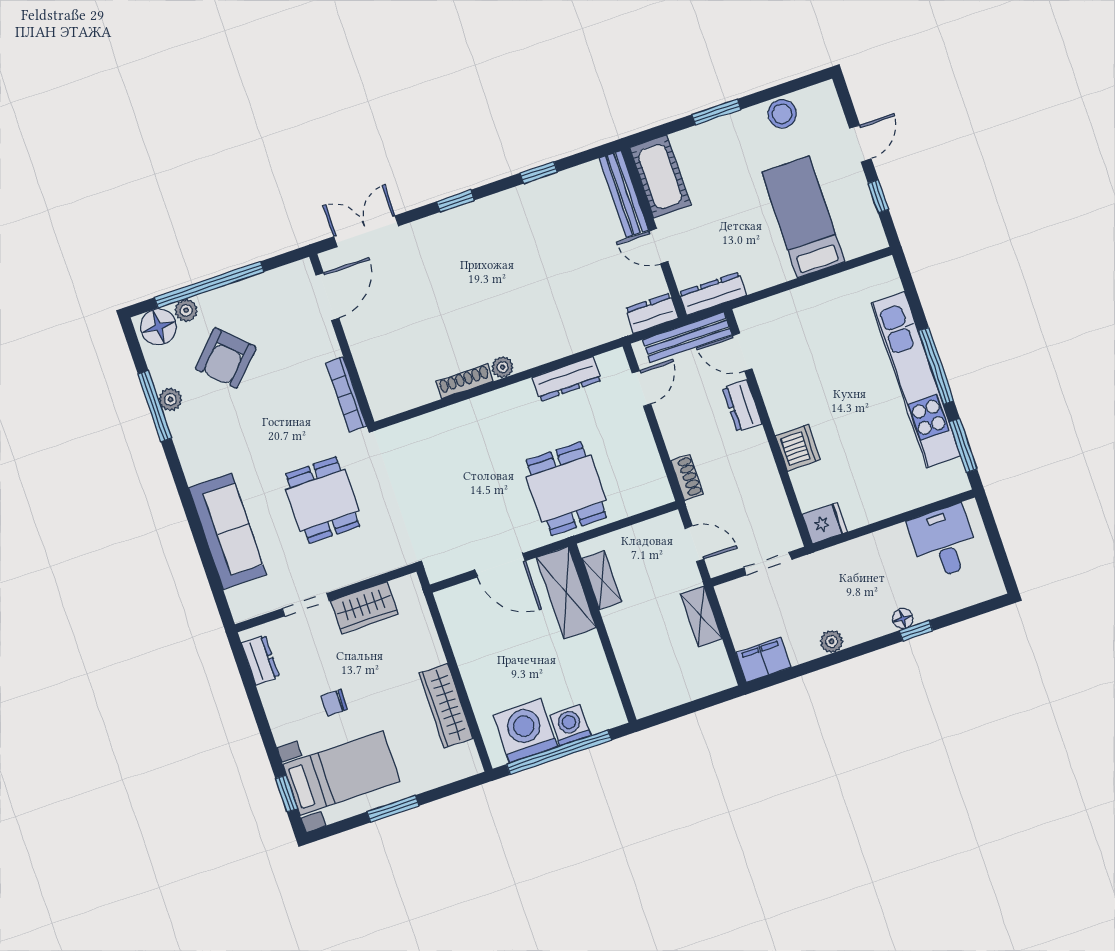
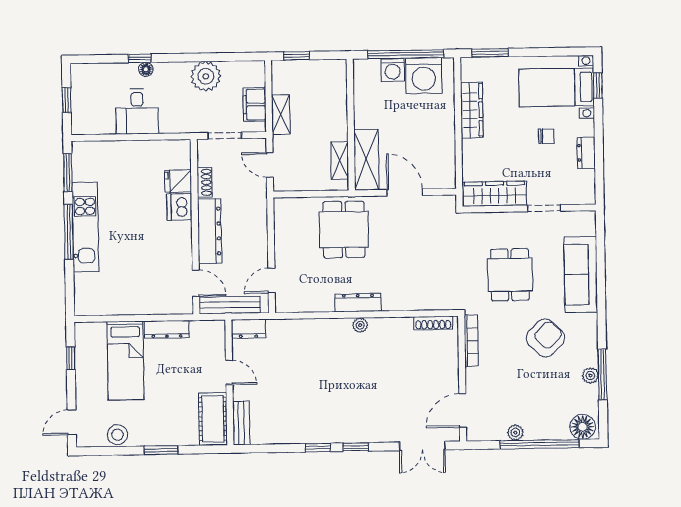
door: (860, 144) -> (72, 422), moved
window: (539, 173) -> (318, 448), moved
bench: (624, 194) -> (241, 423), width x0.73
dresser: (713, 294) -> (167, 329), moved
plant: (186, 310) -> (515, 433), moved
armchair: (226, 358) -> (545, 338), moved
dresser: (567, 379) -> (358, 303), moved
kitchen unit: (916, 380) -> (85, 227), width x0.73
shoe rack: (465, 381) -> (433, 323), moved
dresser: (742, 406) -> (210, 231), width x1.96, depth x1.24
shoe rack: (687, 477) -> (205, 182), moved, turned 180
fridge: (825, 523) -> (178, 181), moved
desk: (944, 542) -> (137, 111), moved
window: (996, 543) -> (67, 100), added
wardrobe: (364, 608) -> (495, 194), width x1.50
plant: (832, 641) -> (206, 76), width x1.88, depth x1.88
dresser: (260, 660) -> (586, 153), moved
filing cabinet: (764, 660) -> (255, 105), moved, turned 90
window: (706, 702) -> (296, 56), added
window: (393, 809) -> (490, 53), moved

